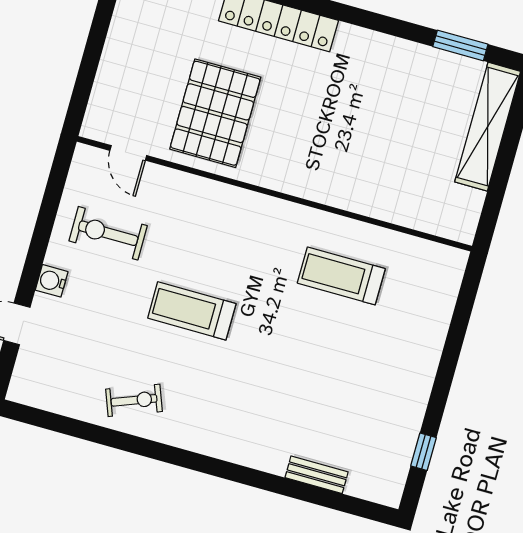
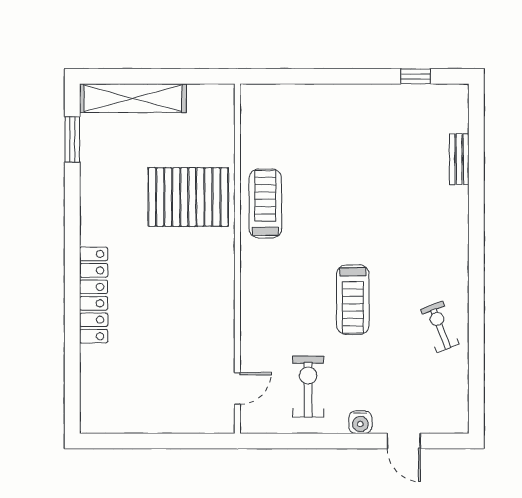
pallet: (215, 113) -> (188, 197), moved
exercise bike: (108, 233) -> (308, 387), turned 180
treadmill: (341, 276) -> (265, 203), moved, turned 180

